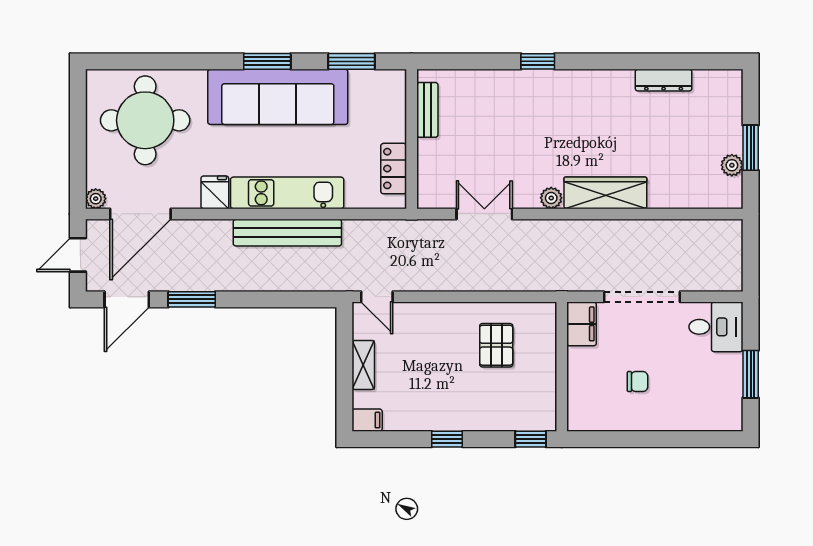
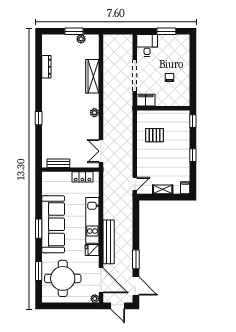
window: (351, 61) -> (39, 271), moved
wardrobe: (605, 193) -> (92, 76), moved
double door: (484, 214) -> (101, 151), moved
bench: (287, 233) -> (109, 242), moved

